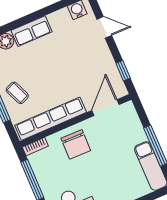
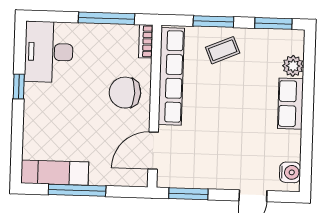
window: (123, 71) -> (188, 194), width x1.50
door: (105, 108) -> (153, 151), swing flipped

